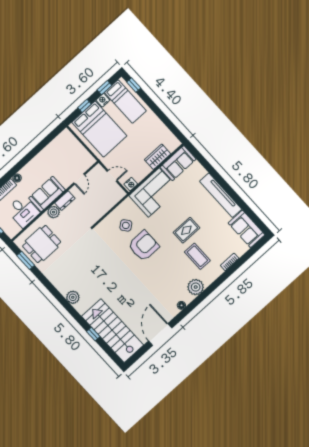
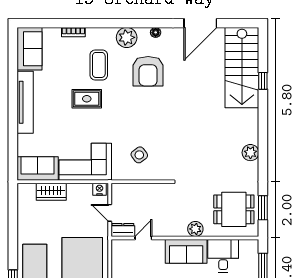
dresser: (65, 201) -> (123, 230), moved
armchair: (144, 246) -> (148, 71), moved, turned -90
plant: (73, 297) -> (250, 153), moved

